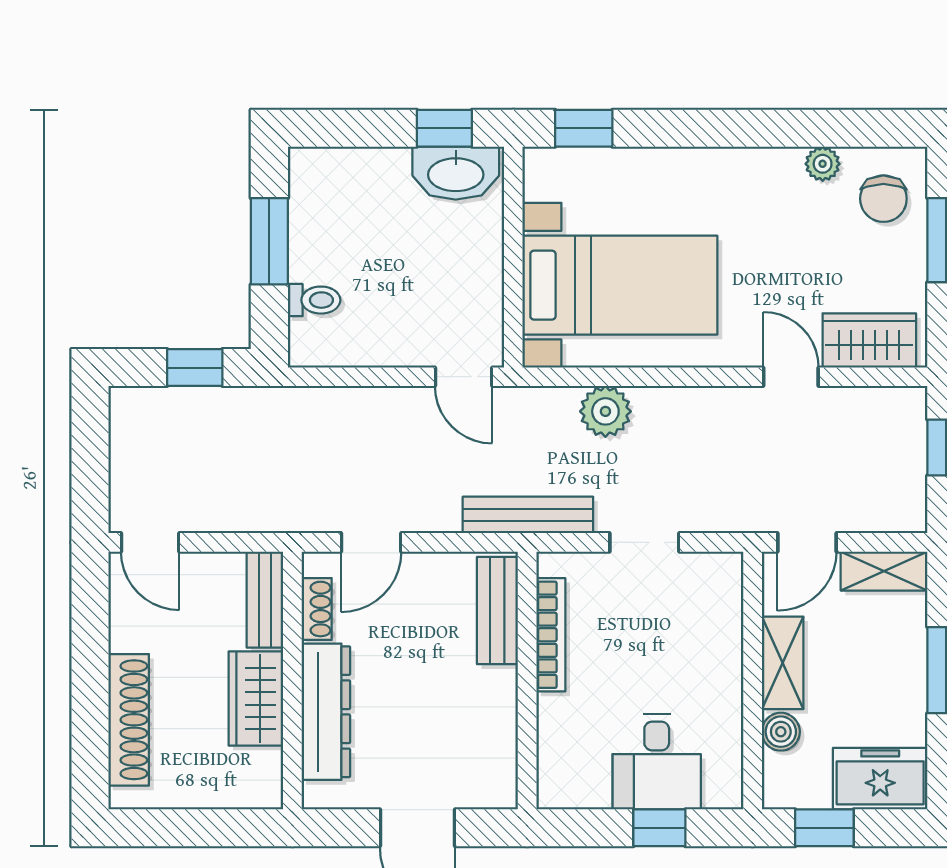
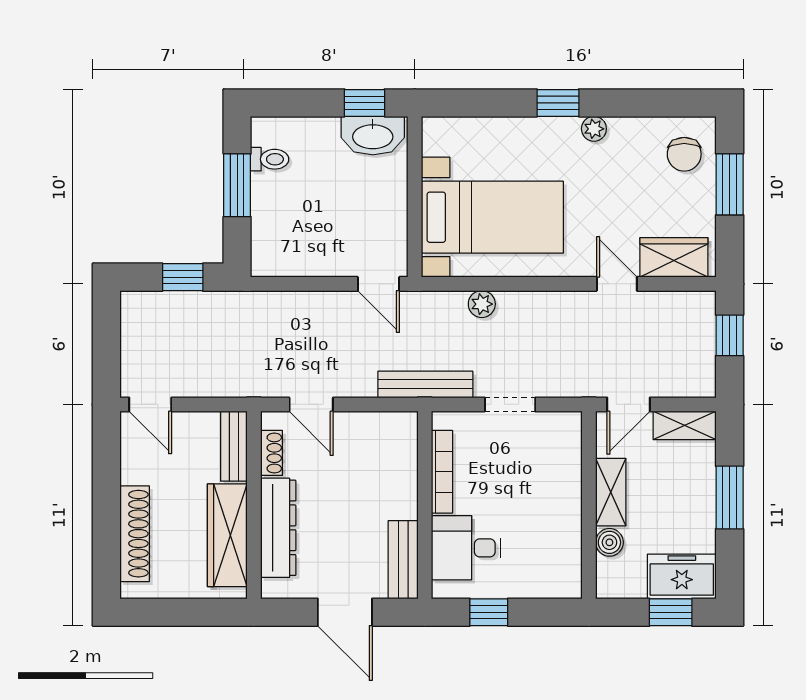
window: (584, 128) -> (558, 103), moved
plant: (823, 164) -> (594, 129), moved
toilet: (314, 300) -> (270, 159), moved
plant: (605, 411) -> (482, 304), width x0.73, depth x0.73
door: (371, 542) -> (311, 404), hinge flipped
bench: (497, 611) -> (403, 560), moved
wardrobe: (256, 698) -> (227, 535), width x1.50
desk: (657, 762) -> (466, 548), moved, turned 90
window: (659, 828) -> (489, 612), moved
window: (824, 828) -> (671, 612), moved

